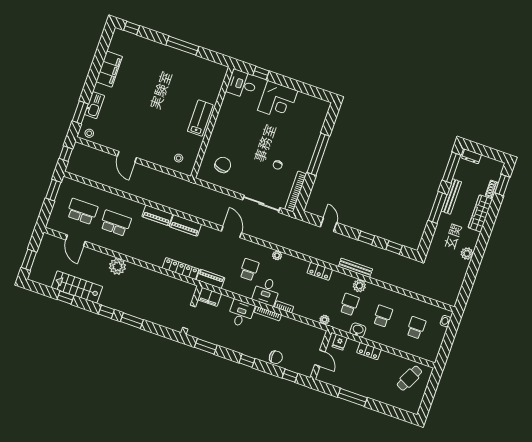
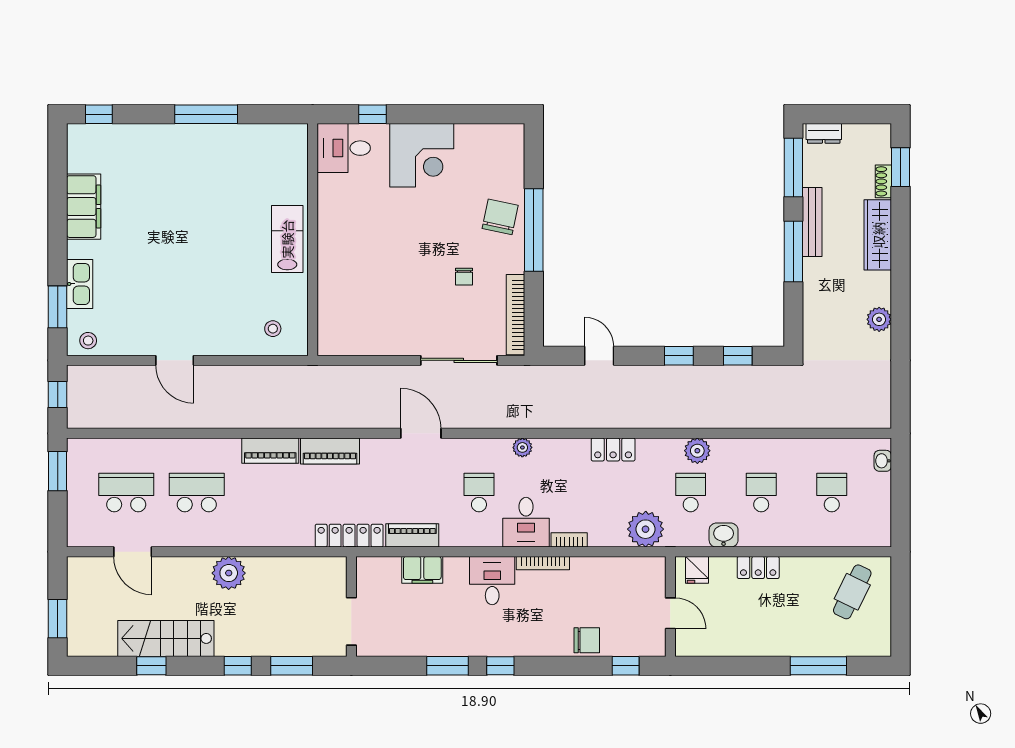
chair: (223, 165) -> (500, 217), moved
bench: (355, 268) -> (678, 419), removed
wall: (192, 310) -> (351, 606), moved
doorway: (189, 317) -> (351, 621), moved
plant: (325, 320) -> (646, 529), width x1.88, depth x1.88
window: (247, 361) -> (500, 666), moved
window: (352, 397) -> (818, 666), moved

